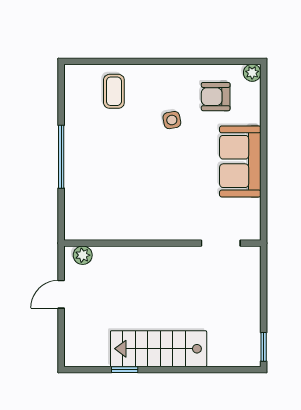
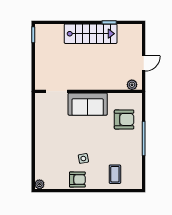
armchair: (216, 97) -> (77, 180), moved
sofa: (240, 161) -> (88, 104), moved, turned 90
armchair: (97, 192) -> (124, 119), added

